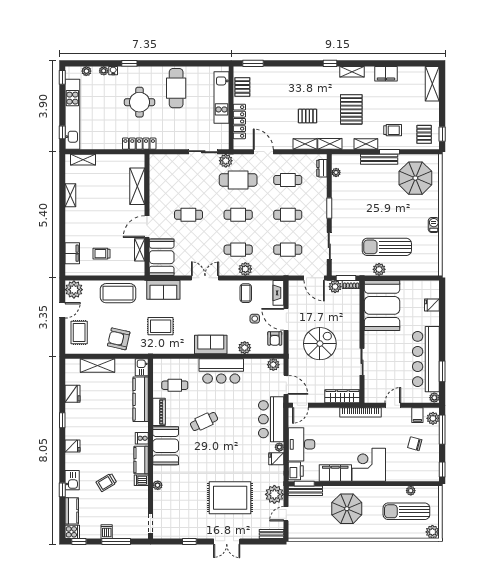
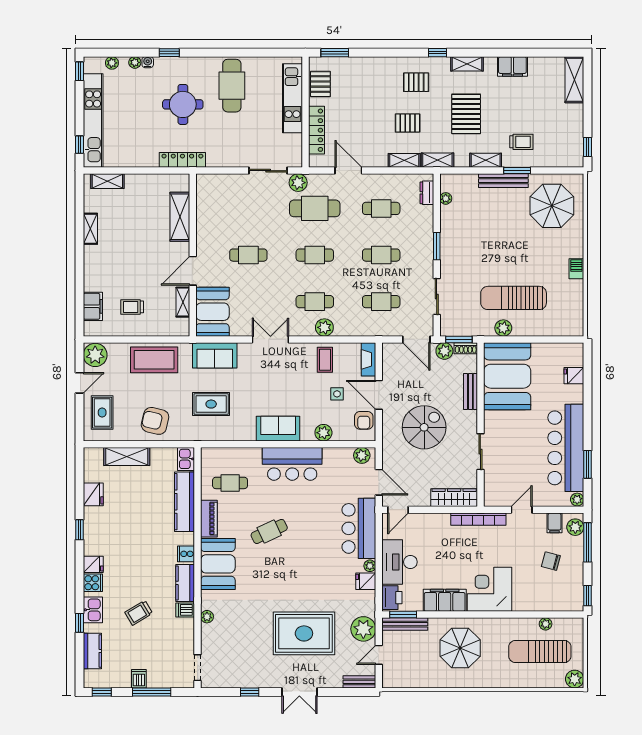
pallet: (424, 134) -> (416, 82), moved, turned 90
bench: (355, 317) -> (470, 391), added
cooker: (72, 532) -> (93, 583), moved

